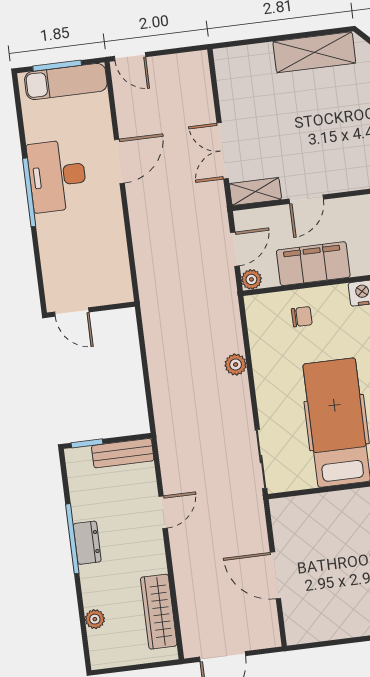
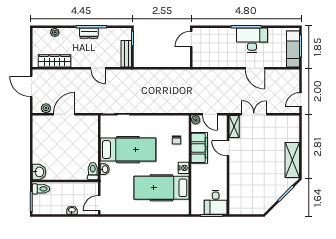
door: (130, 57) -> (300, 100), moved
plant: (236, 365) -> (46, 108), moved

